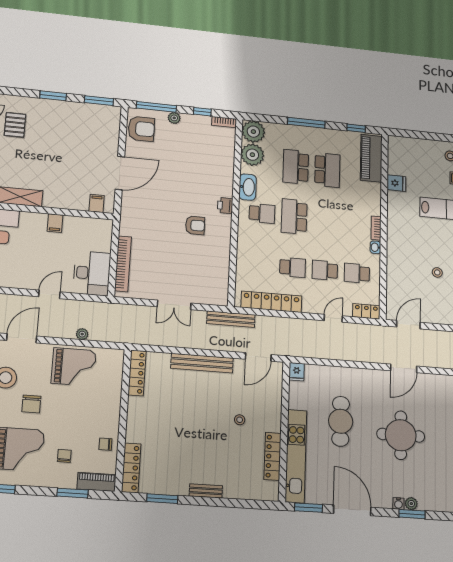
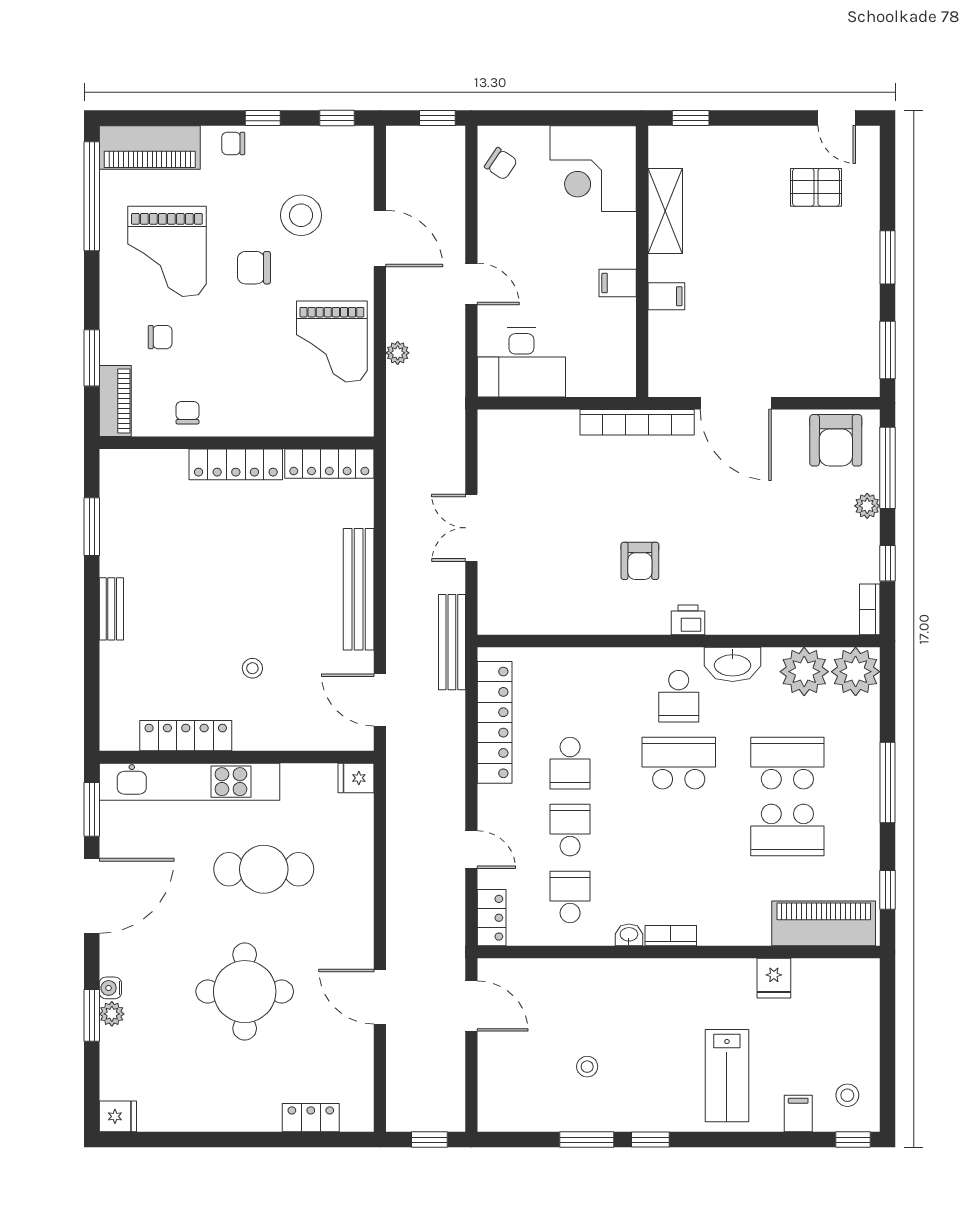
filing cabinet: (97, 203) -> (666, 296), moved
bookcase: (123, 264) -> (637, 422), moved
locker: (131, 468) -> (236, 464), moved

